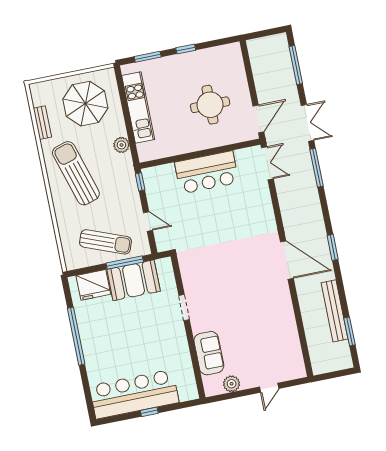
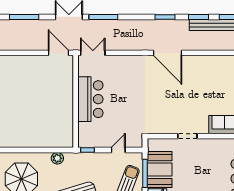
round table: (210, 105) -> (41, 87), removed
kitchen unit: (138, 108) -> (32, 140), removed
door: (287, 260) -> (168, 53), swing flipped
window: (341, 291) -> (199, 17), added

